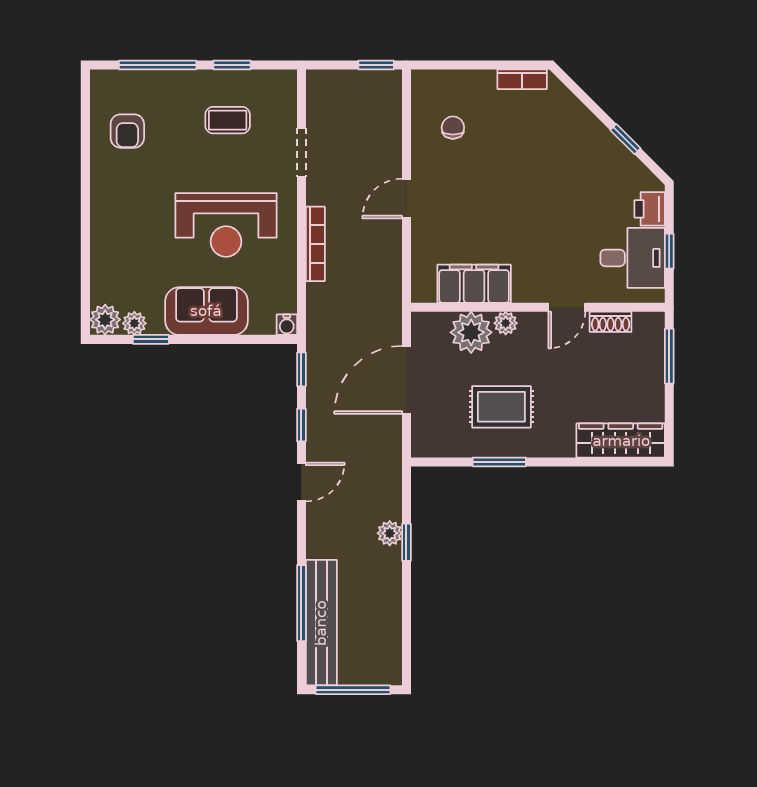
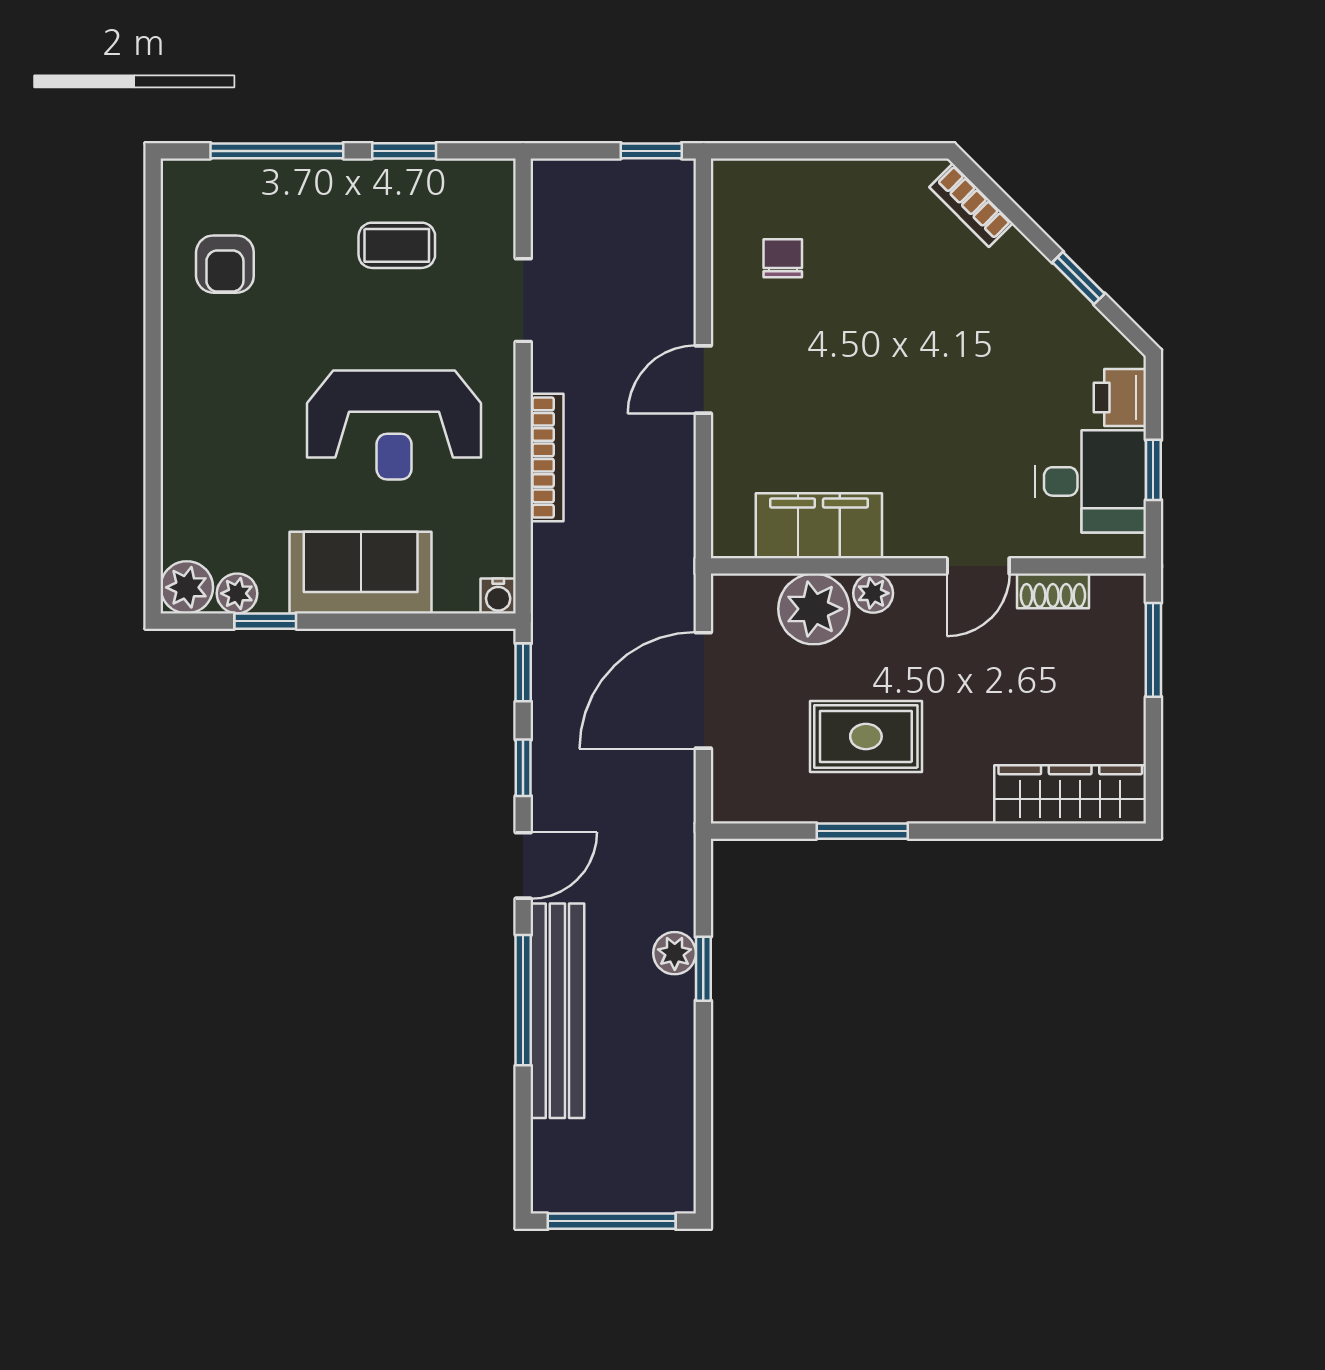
bookcase: (522, 79) -> (971, 205), moved, turned 45
window: (301, 603) -> (523, 1000), moved
bench: (321, 623) -> (557, 1011), moved

